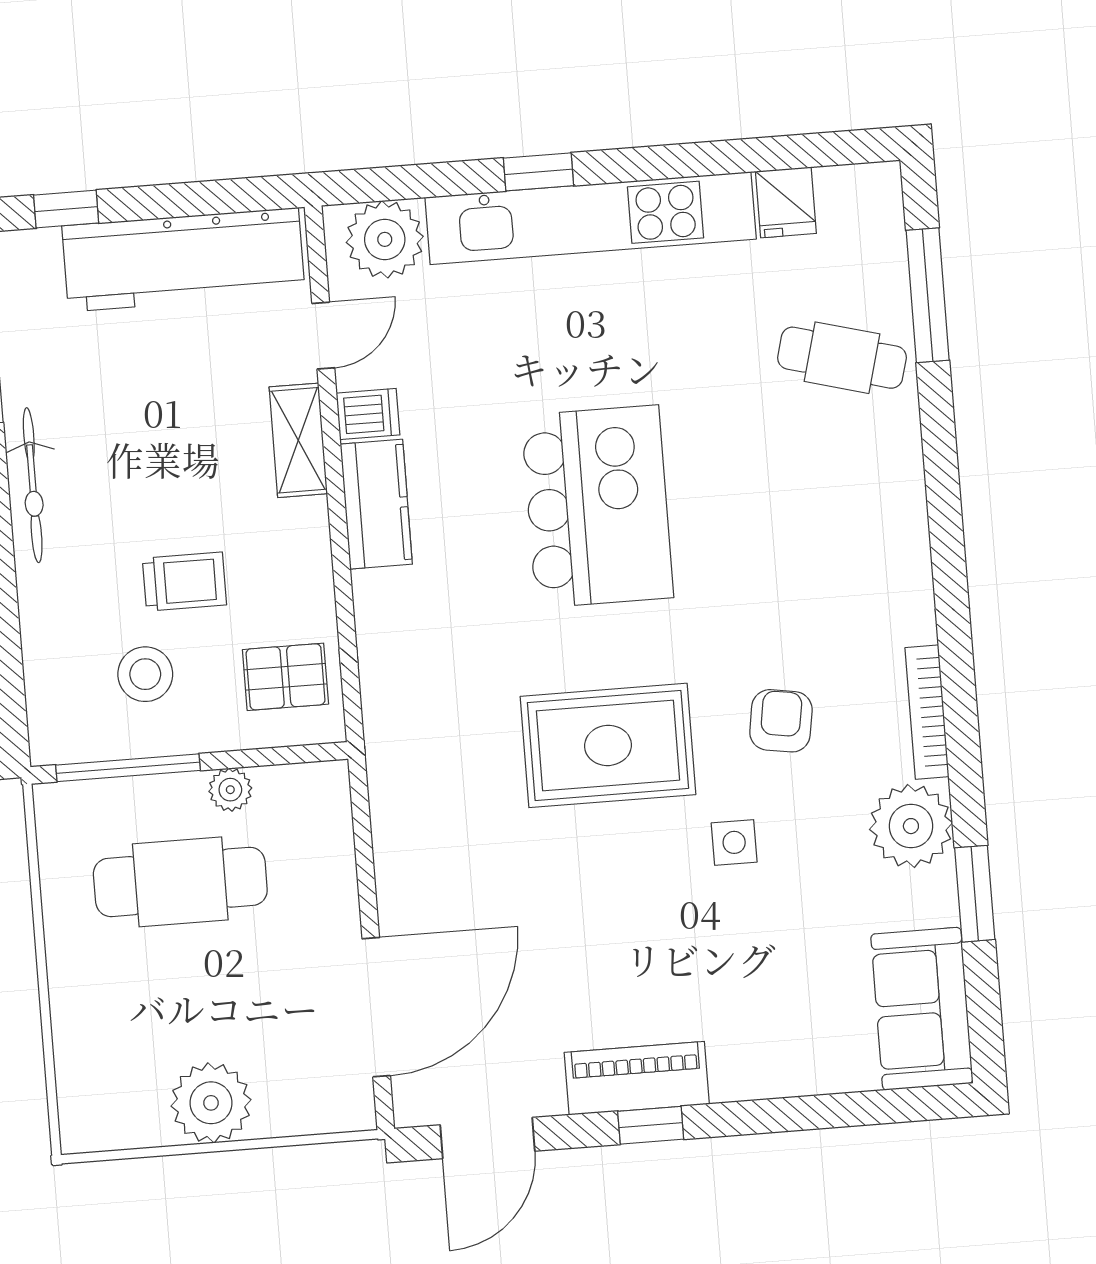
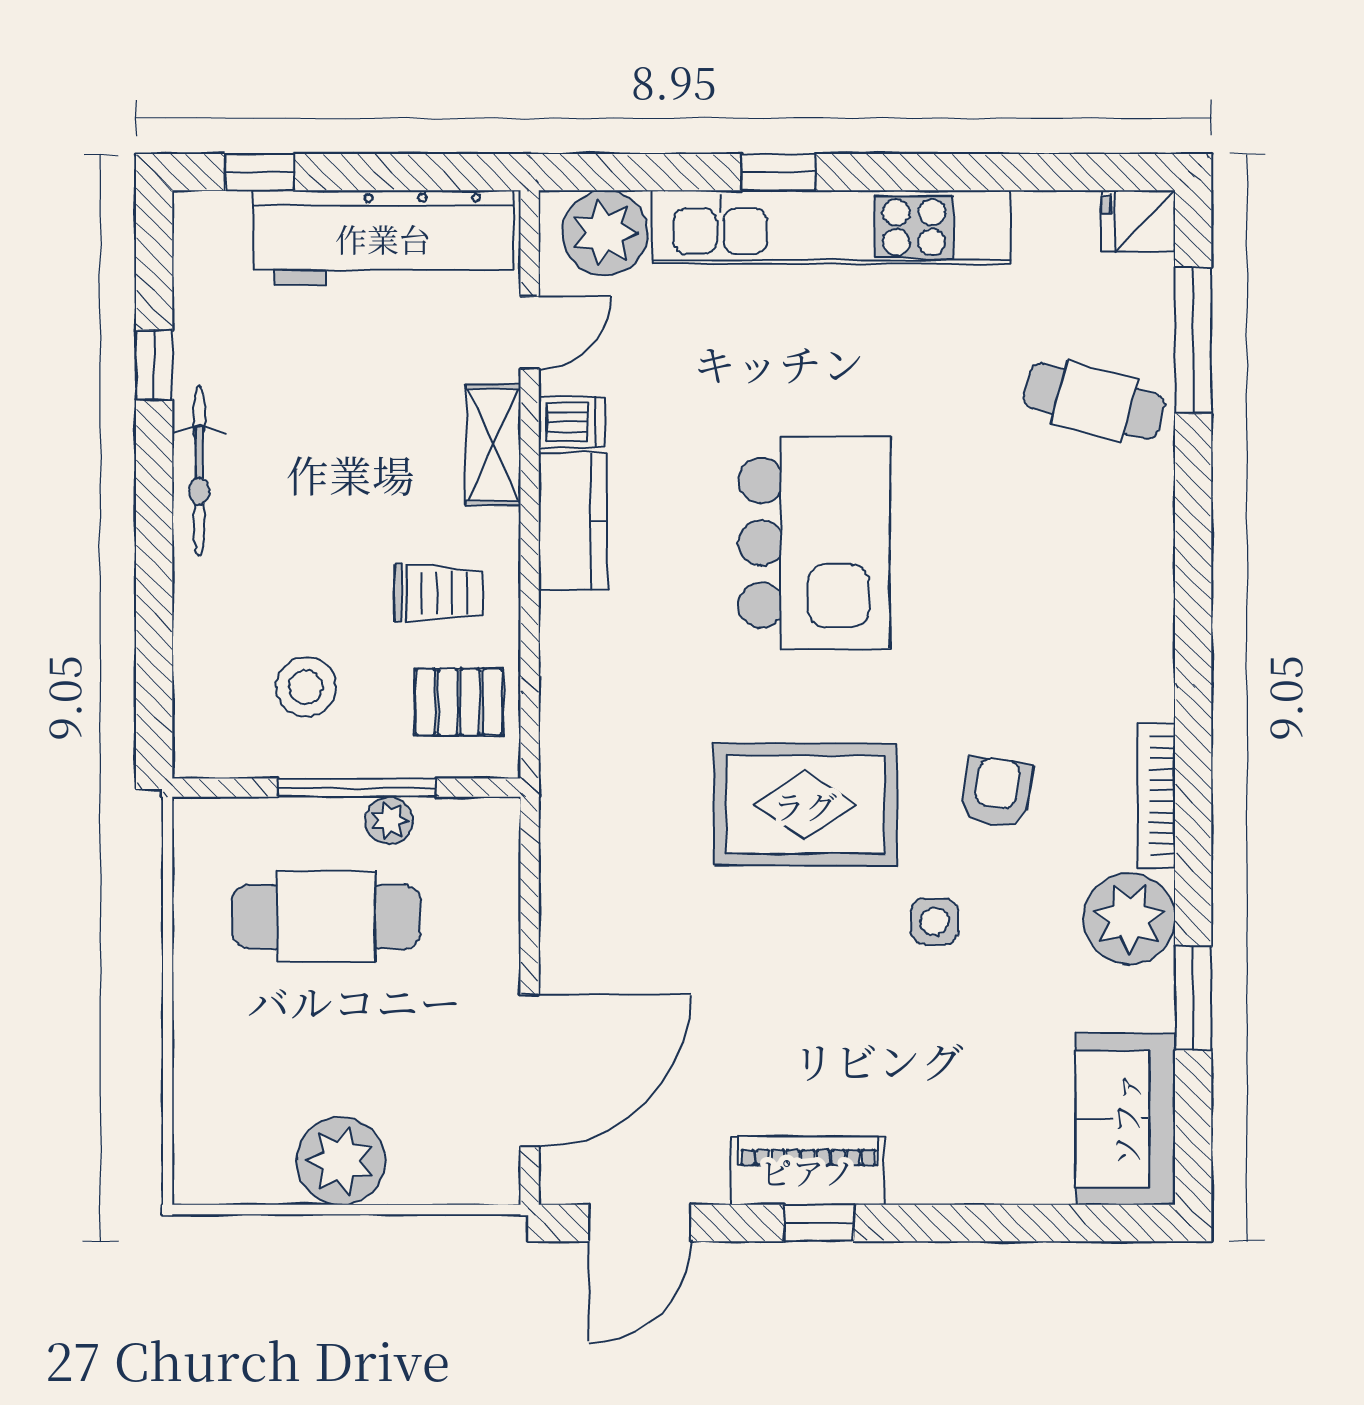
fridge: (786, 202) -> (1138, 221), moved, turned 90
trolley: (184, 582) -> (438, 593), moved
window: (128, 768) -> (357, 788), moved

